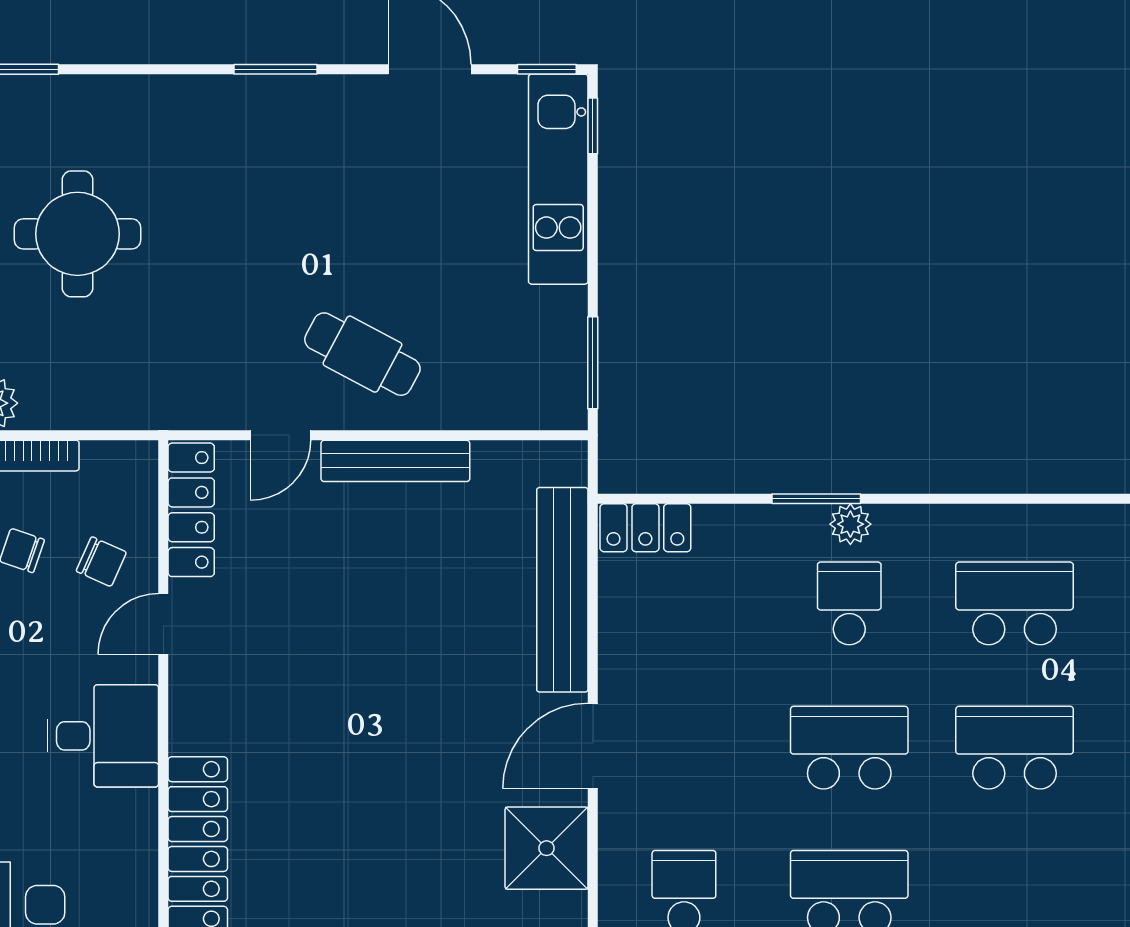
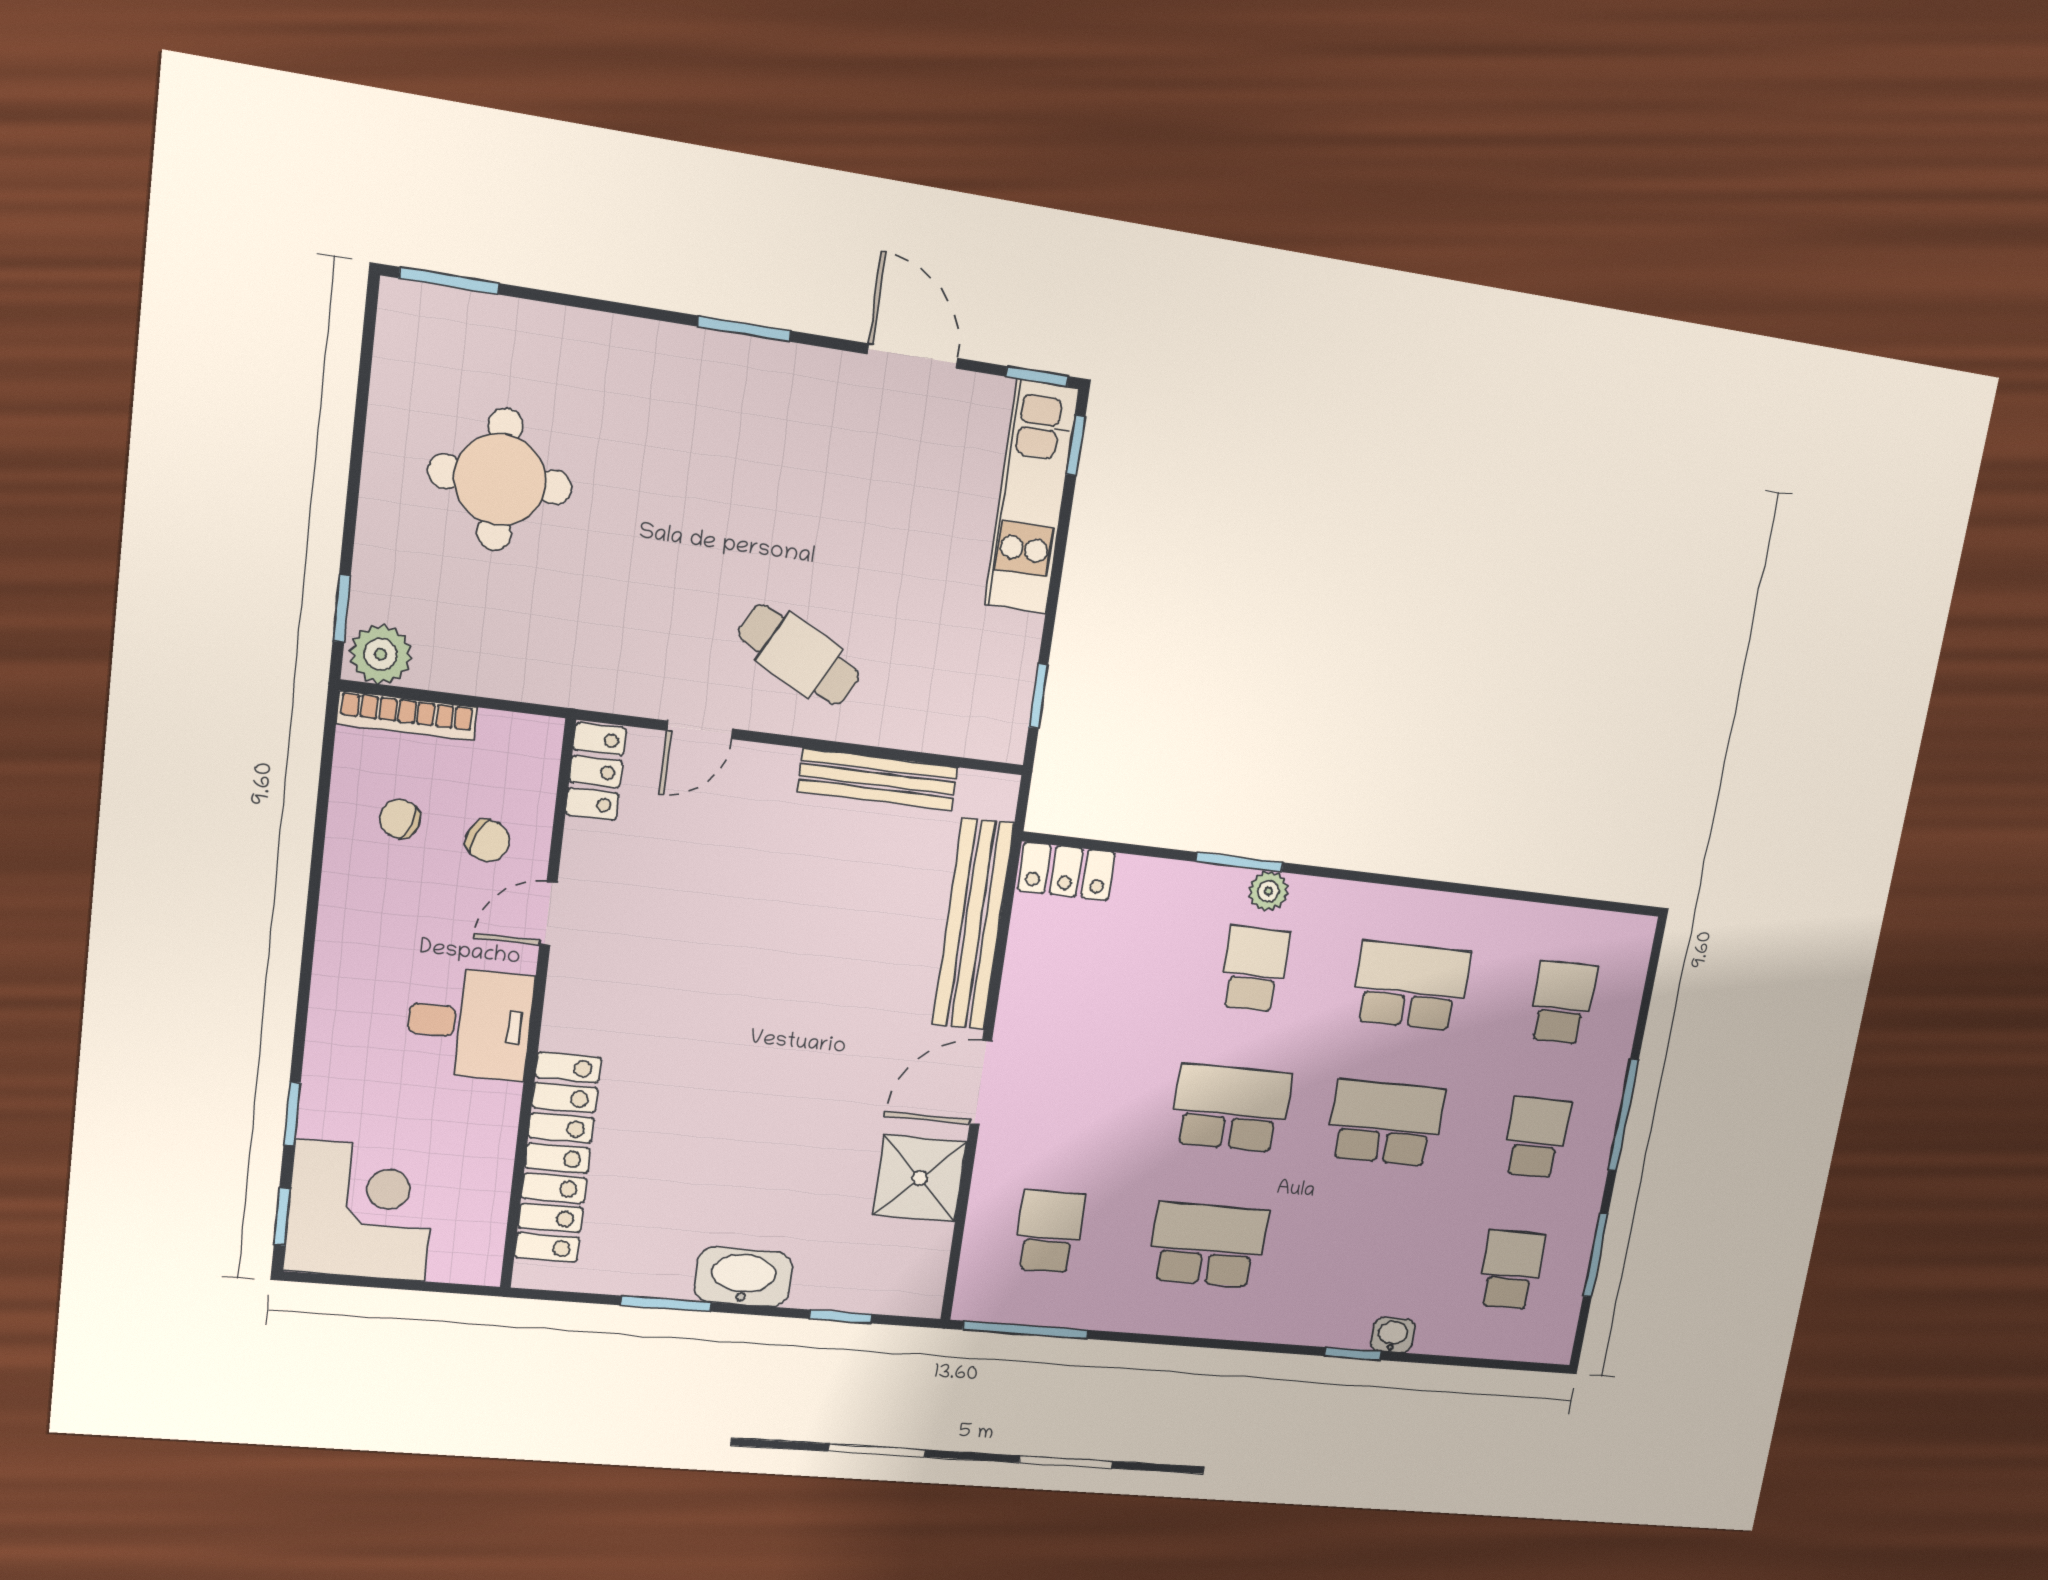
window: (593, 363) -> (1038, 696), width x0.67
bench: (395, 461) -> (878, 779), moved
locker: (191, 510) -> (596, 772), width x0.66

